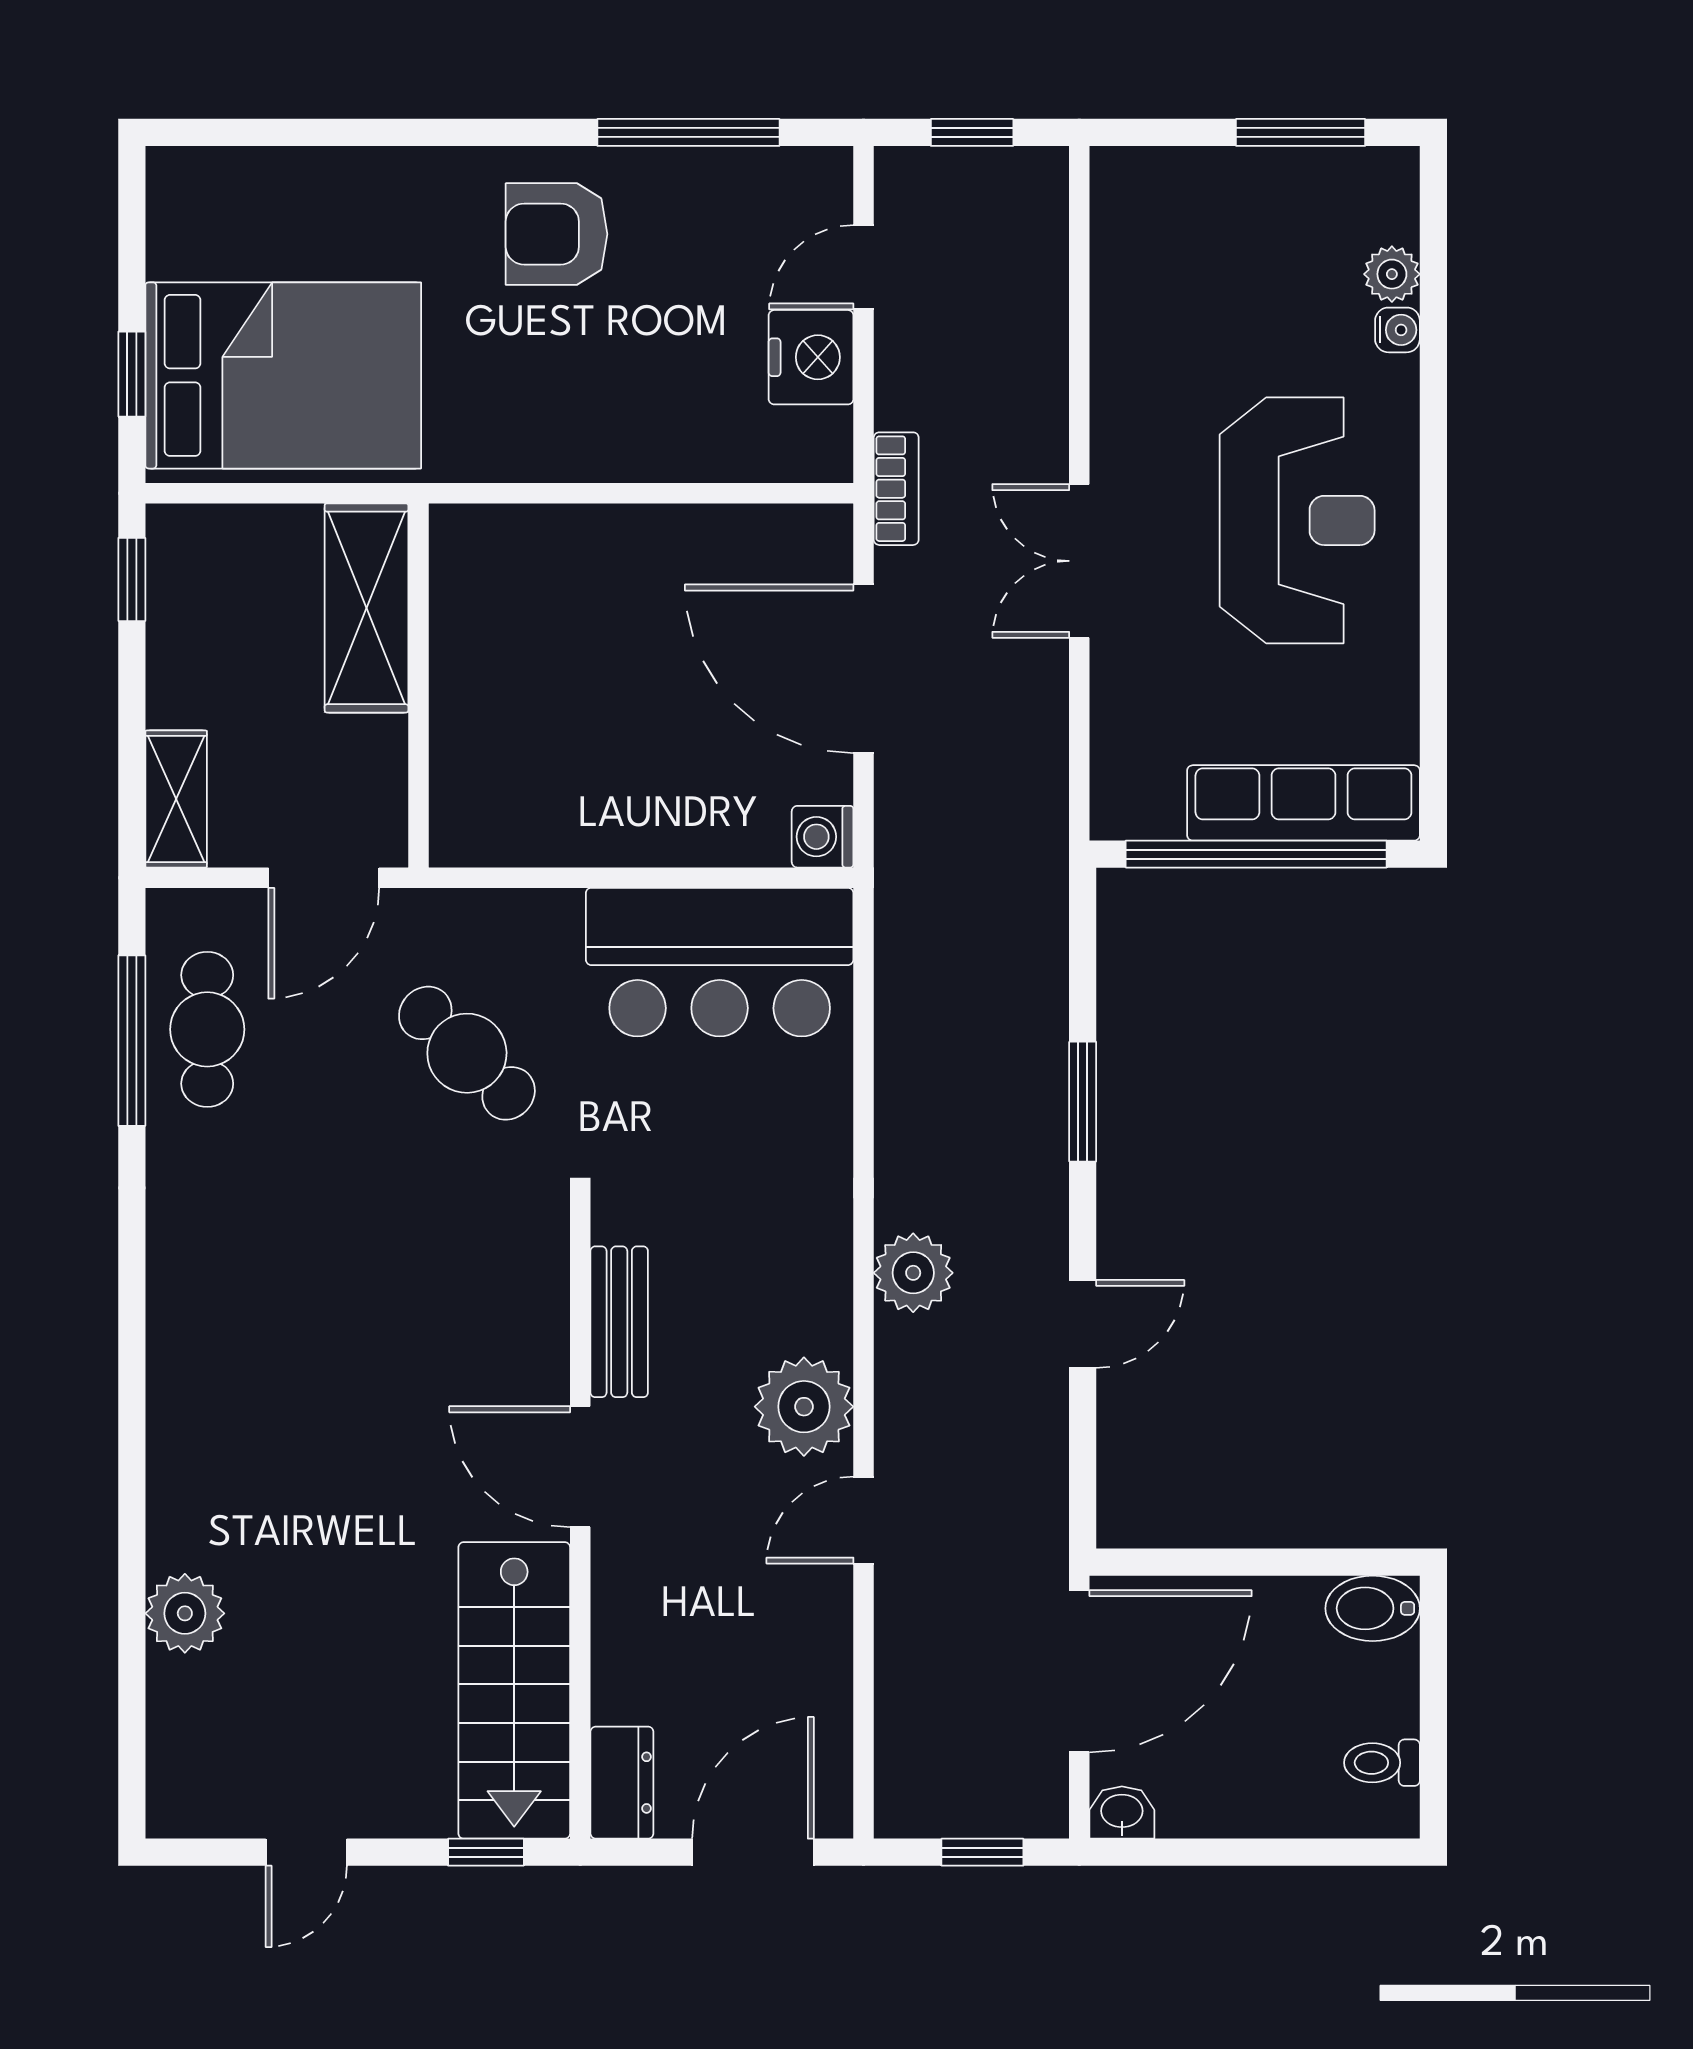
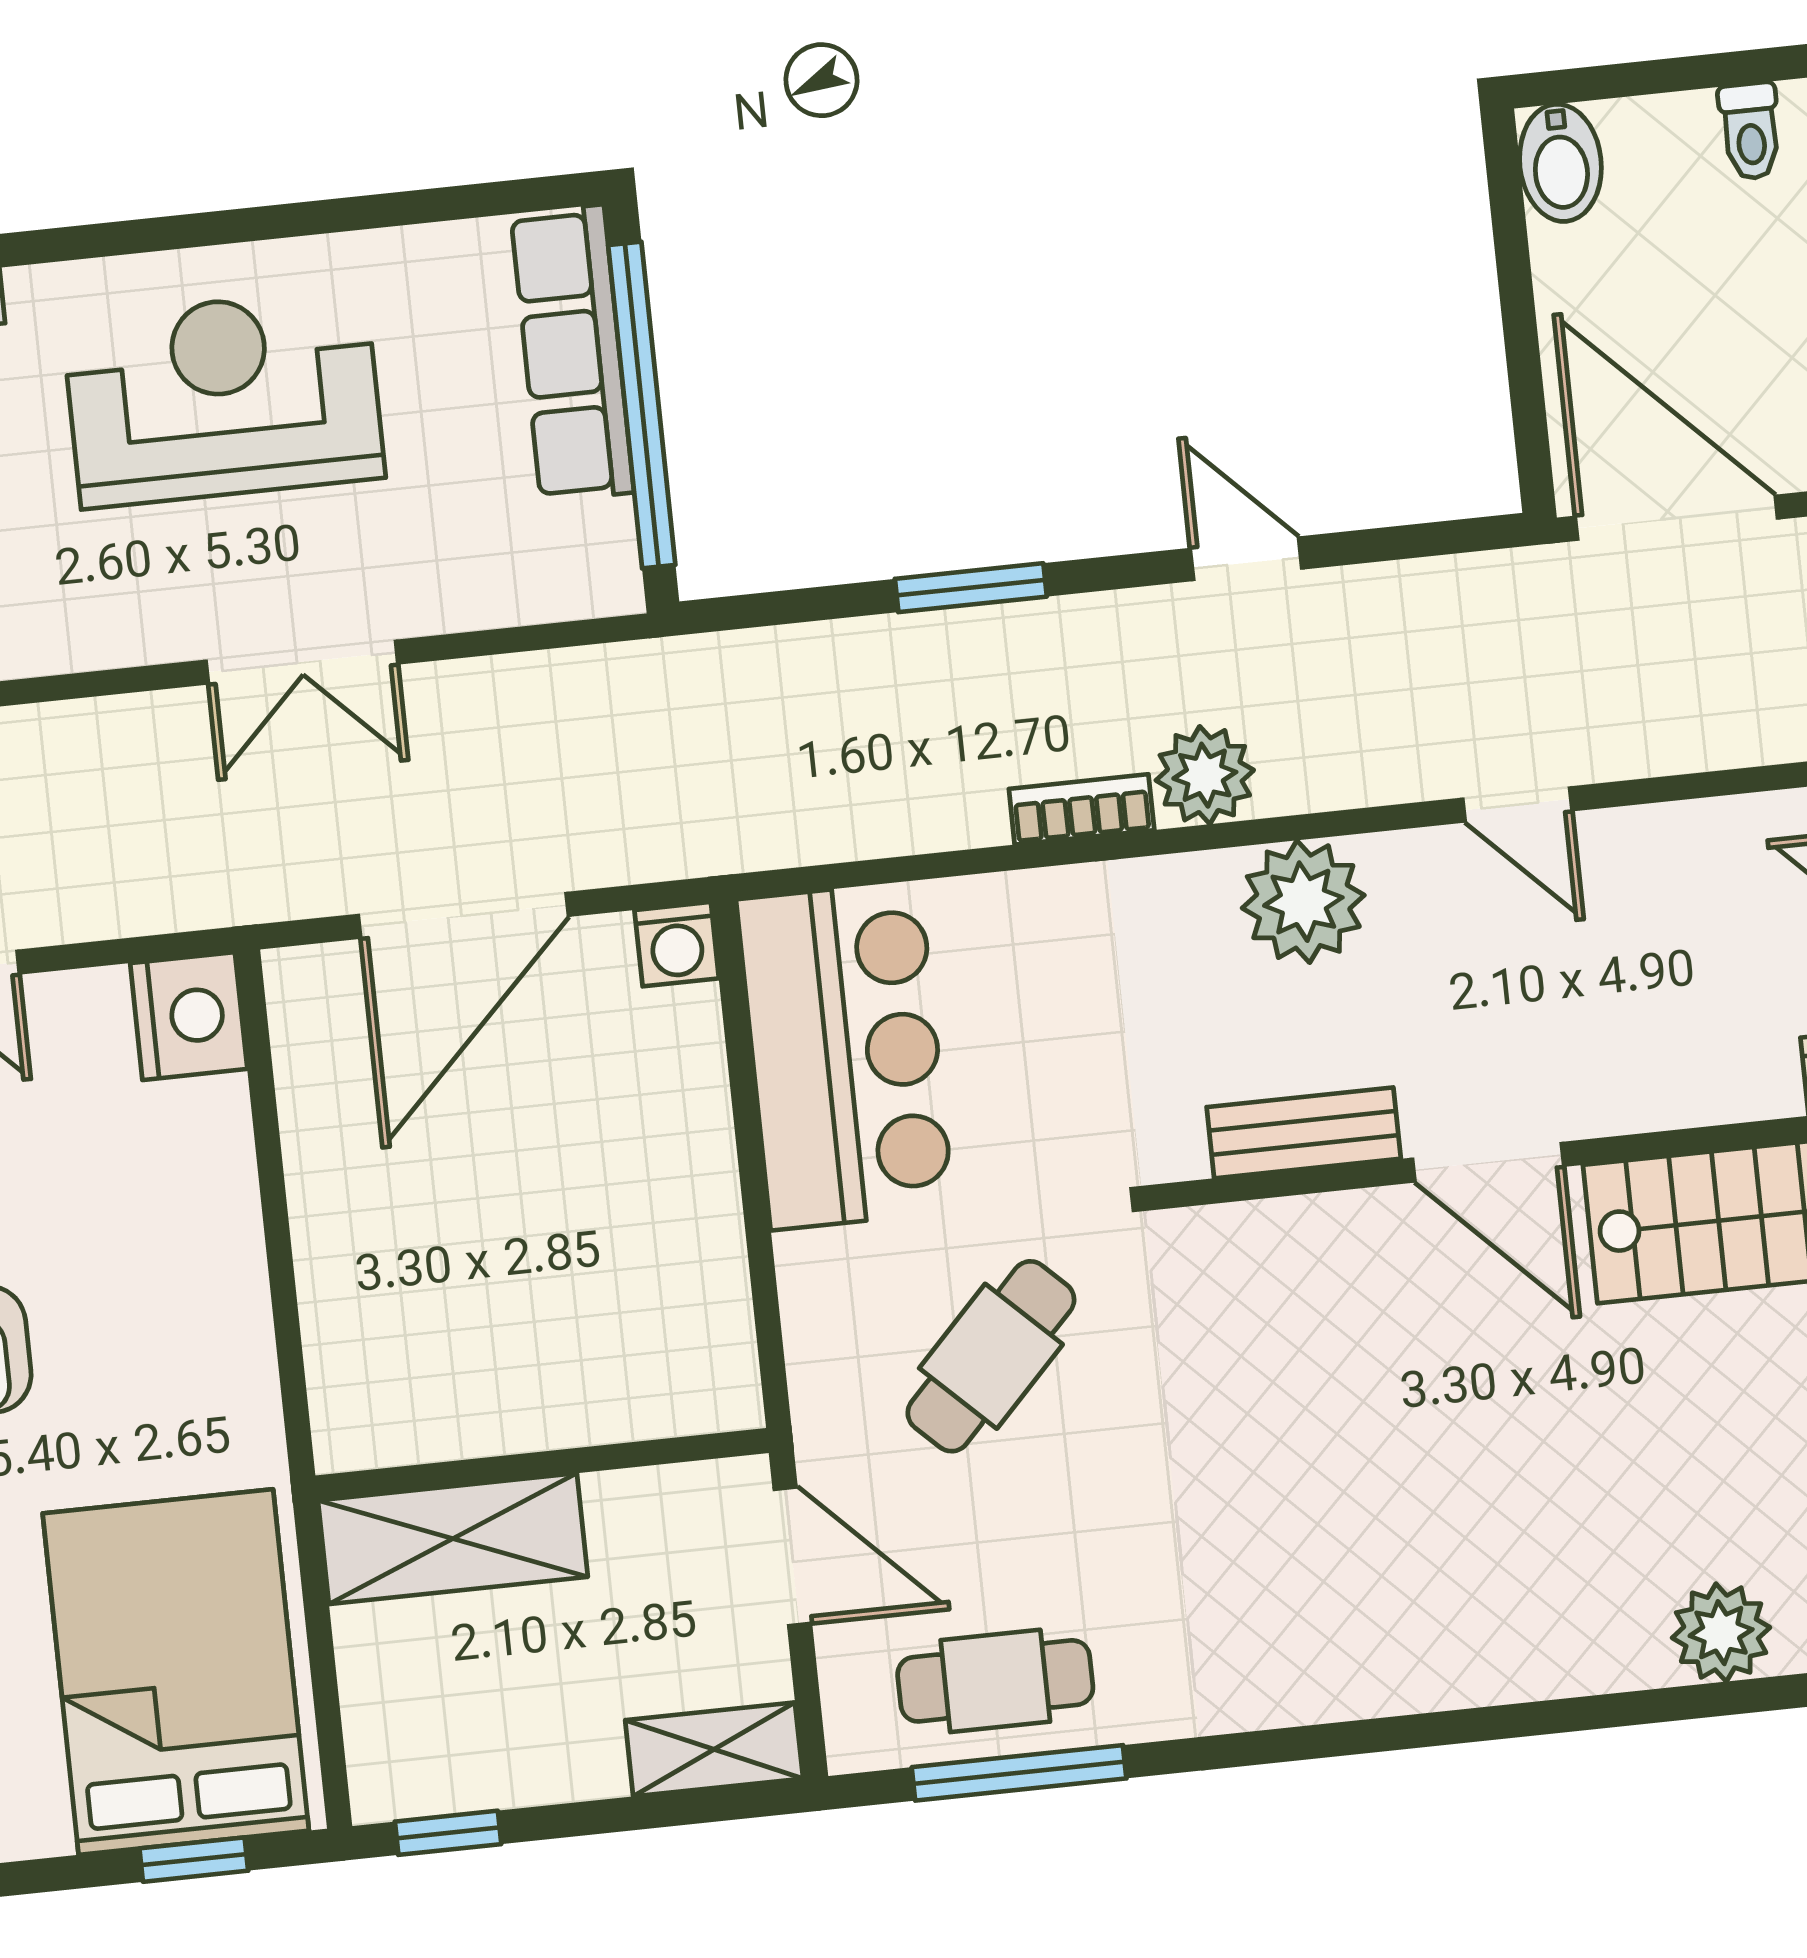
nightstand: (811, 357) -> (189, 1016), moved, turned 90
bookcase: (896, 489) -> (1082, 809), moved
plant: (804, 1407) -> (1303, 902), moved
door: (580, 1467) -> (1488, 1162), hinge flipped

